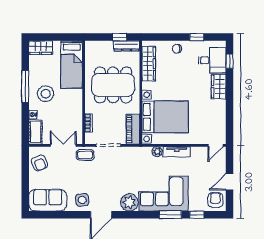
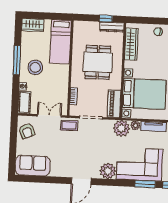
dining table: (113, 85) -> (98, 62), width x0.73
plant: (142, 155) -> (121, 128), added
side table: (82, 200) -> (64, 167), removed

